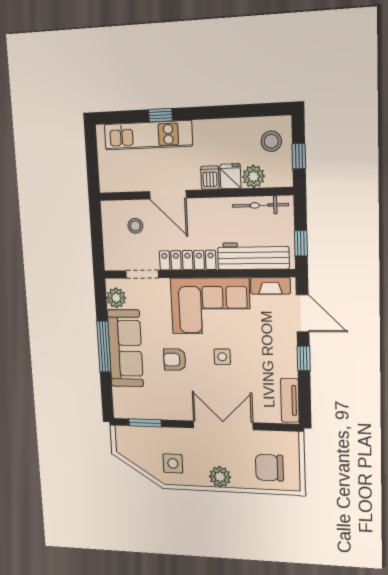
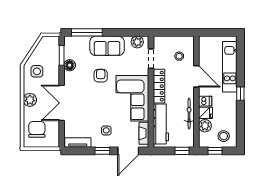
window: (160, 115) -> (240, 94), moved
door: (168, 195) -> (196, 76), swing flipped
bicycle: (260, 205) -> (189, 114), moved
window: (301, 243) -> (182, 151), moved
window: (104, 347) -> (87, 32), moved
sofa: (125, 348) -> (107, 46), width x0.73
side table: (222, 357) -> (106, 130), moved
floor lamp: (160, 410) -> (70, 65), added
double door: (223, 425) -> (62, 103), swing flipped

